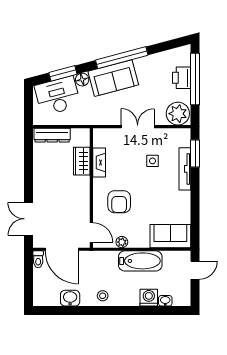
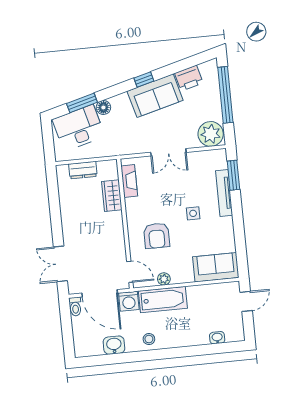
window: (122, 58) -> (144, 80), width x0.32
sofa: (113, 78) -> (155, 96), moved
printer: (182, 78) -> (189, 78), moved, turned -105
double door: (138, 127) -> (168, 152), swing flipped
dresser: (52, 135) -> (83, 170), width x0.70
side table: (153, 161) -> (193, 213), moved
fireplace: (99, 162) -> (129, 181), moved
bathtub: (140, 261) -> (163, 300), moved
washing machine: (149, 298) -> (129, 301), moved, turned 180

